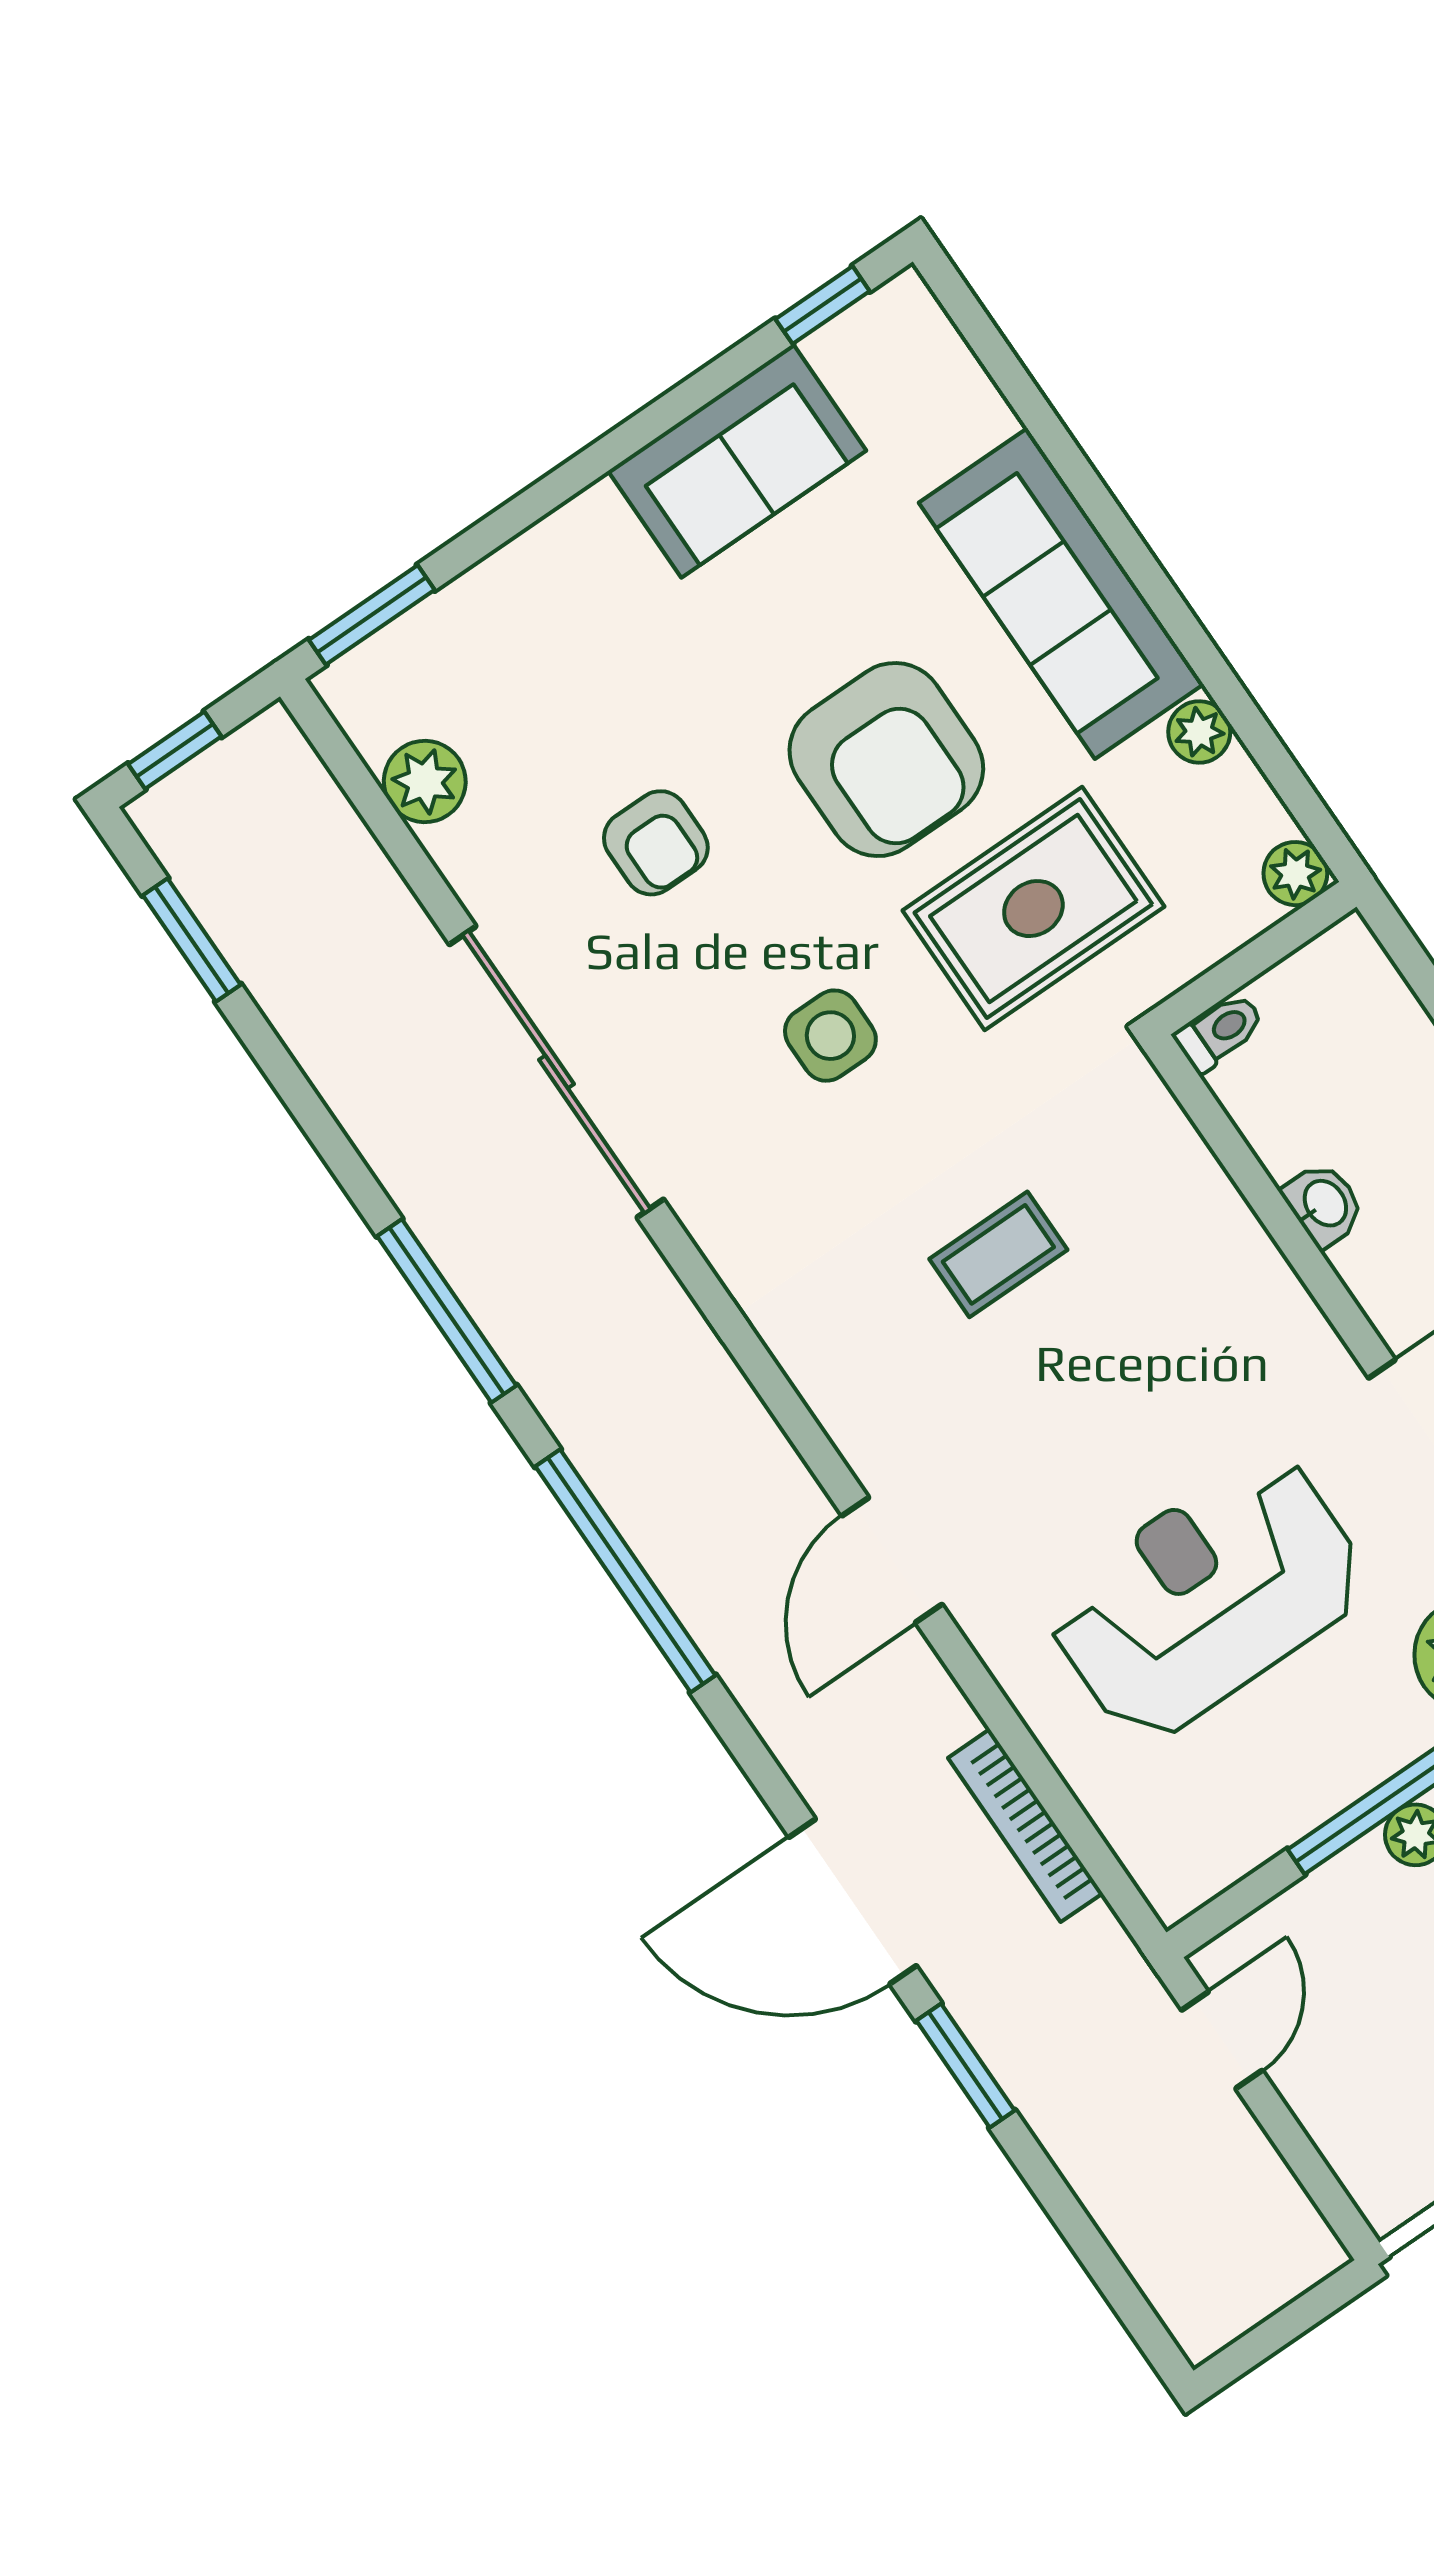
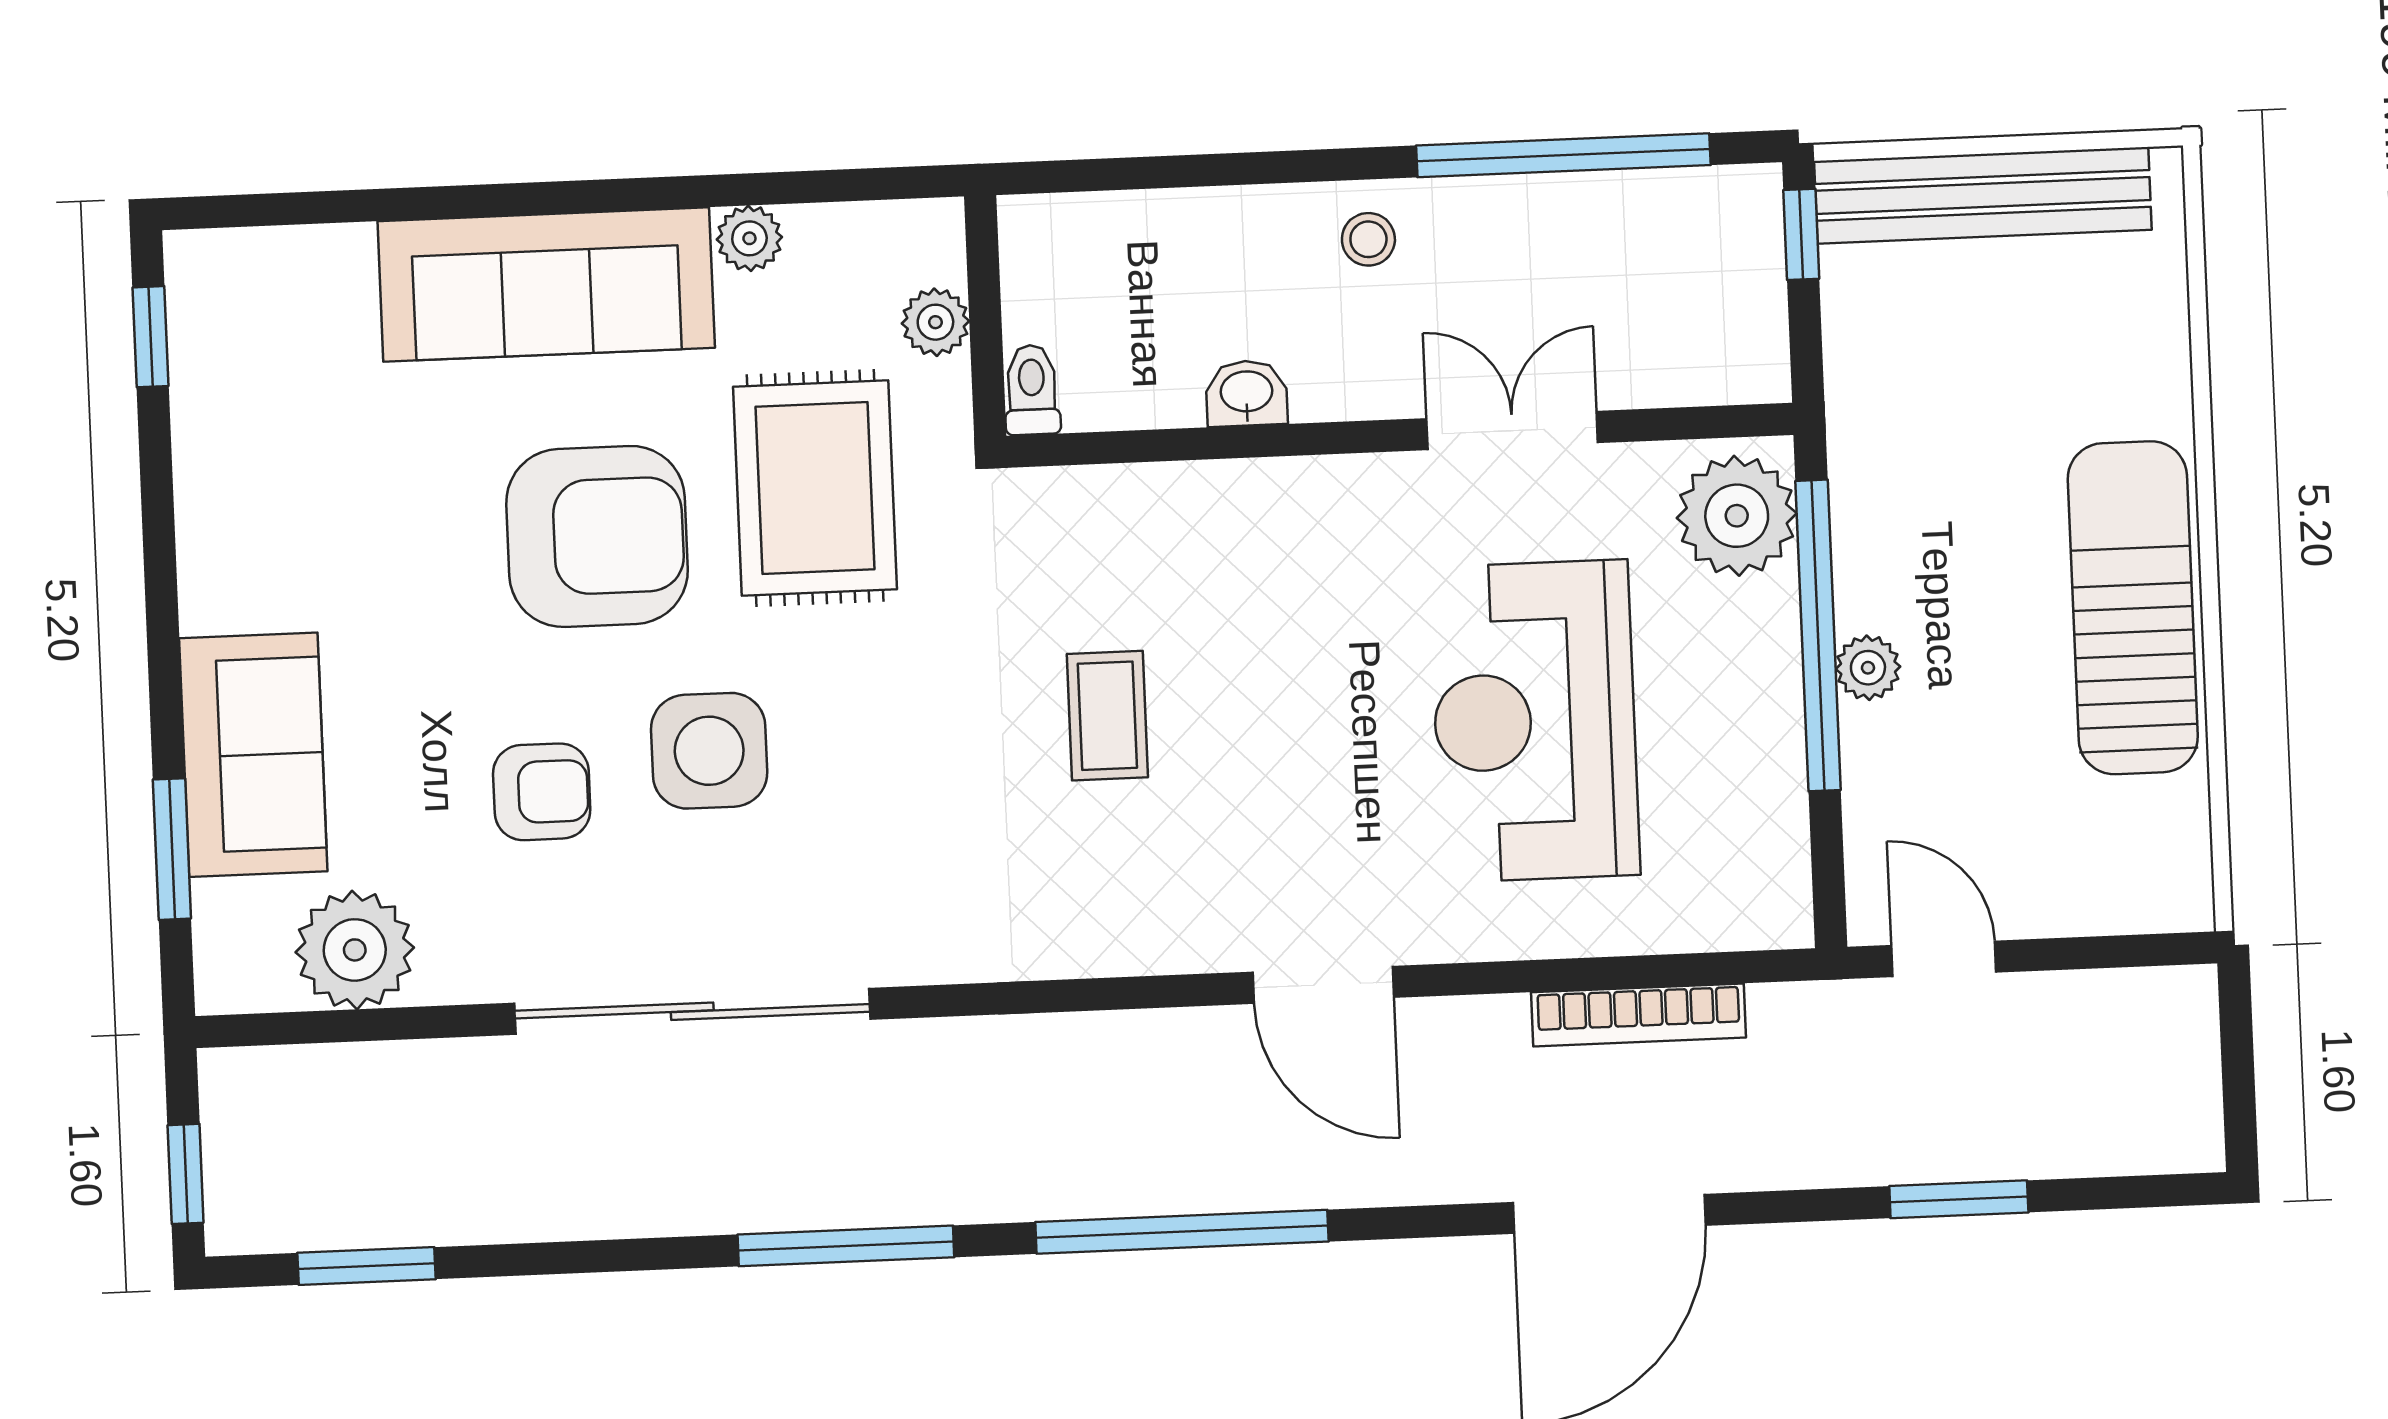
sofa: (737, 461) -> (253, 755), moved
window: (372, 615) -> (172, 849), moved
plant: (425, 781) -> (355, 950), width x1.36, depth x1.36
plant: (1295, 874) -> (935, 322), moved
side table: (830, 1036) -> (709, 751), moved, width x1.37, depth x1.37
window: (965, 2066) -> (1959, 1199), moved

